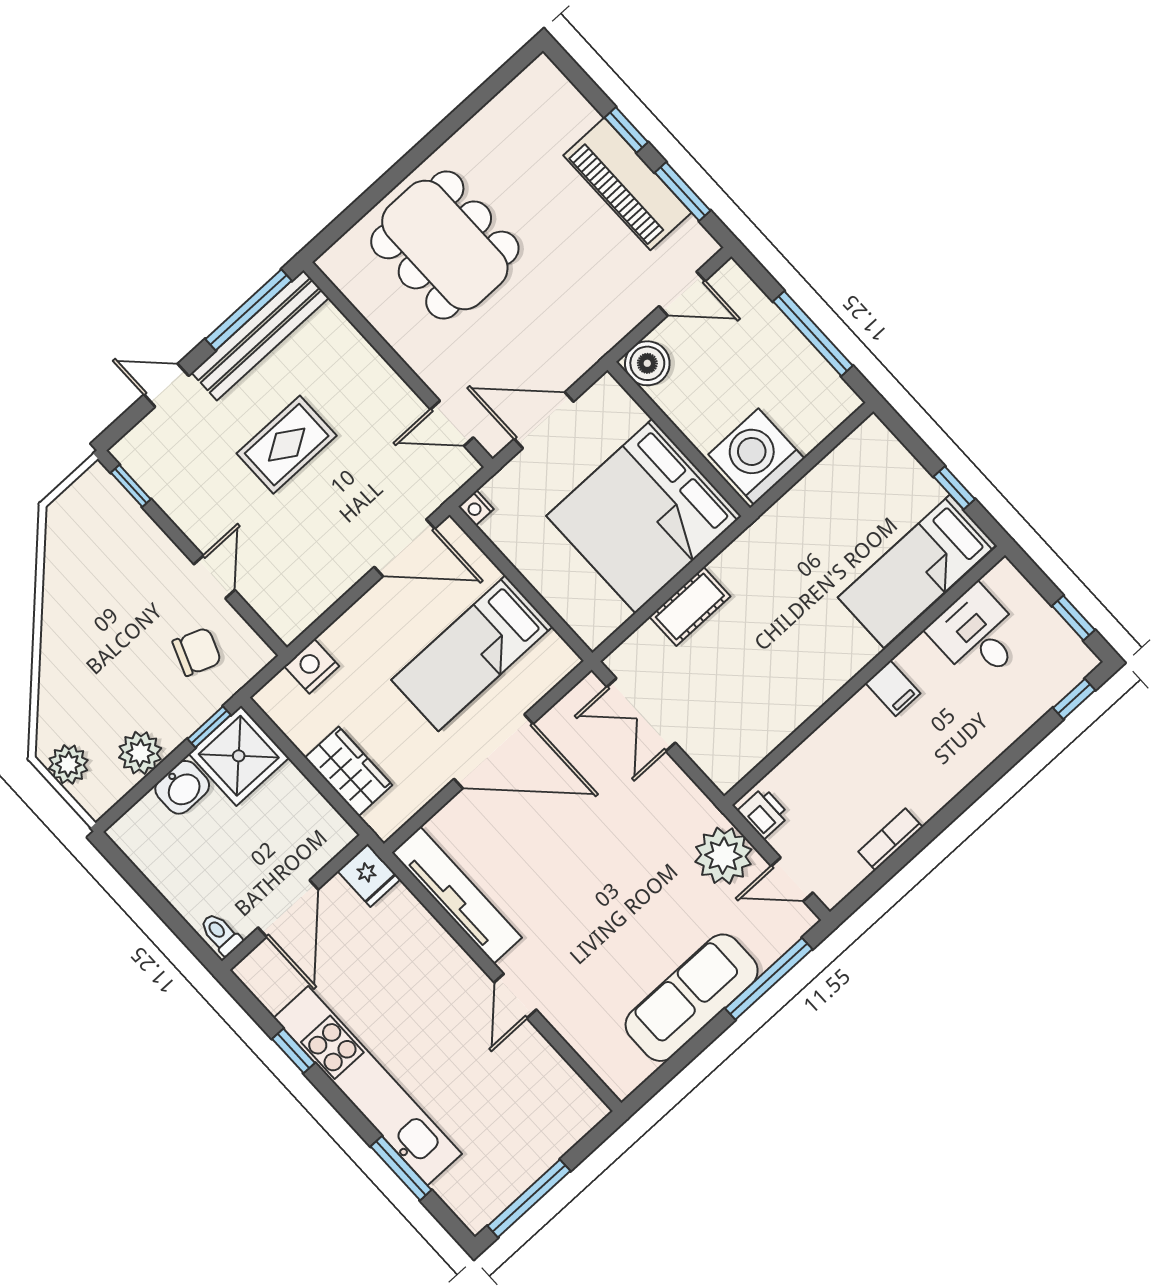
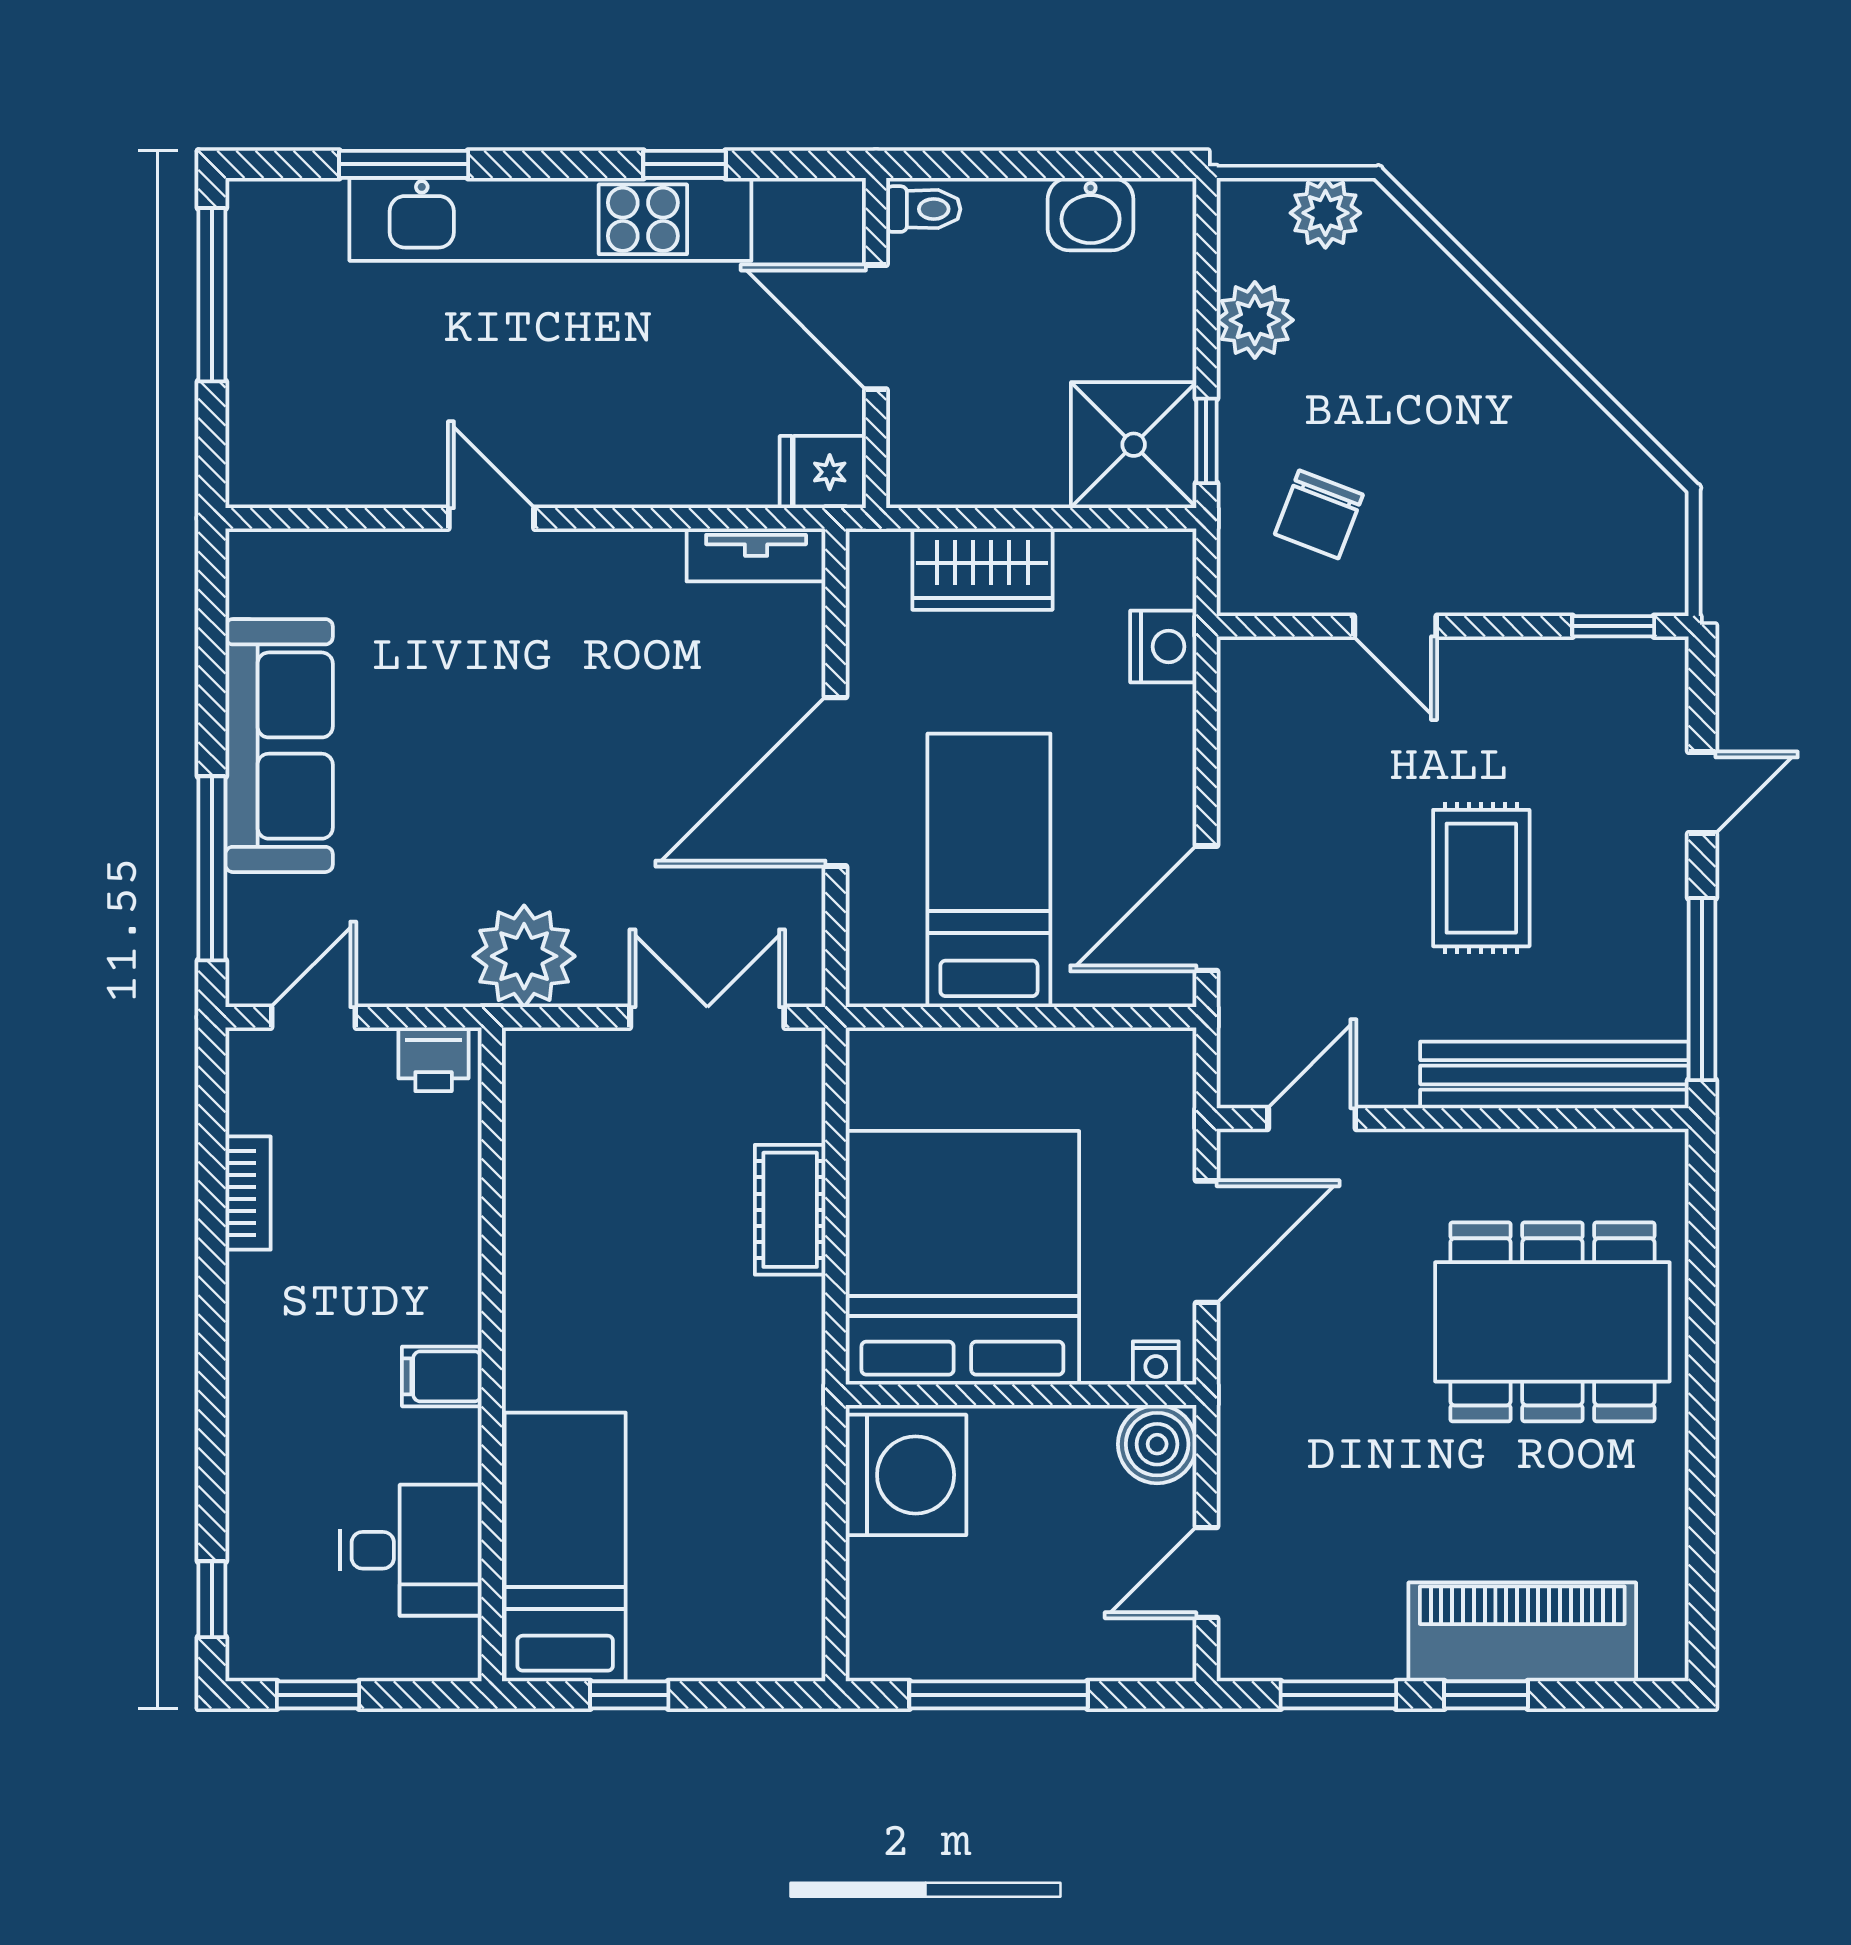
piano: (627, 184) -> (1522, 1632), moved
bench: (260, 335) -> (1554, 1075), moved, turned 90
nightstand: (476, 508) -> (1156, 1363), moved, turned 180
washbasin: (182, 787) -> (1091, 214), moved, turned -90
plant: (723, 856) -> (524, 956), moved
tv unit: (457, 895) -> (756, 555), width x0.52, depth x0.78

